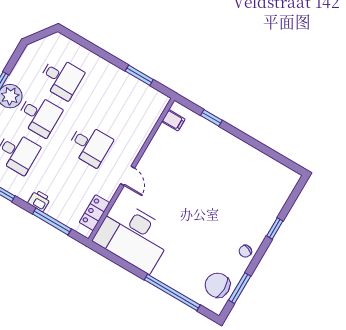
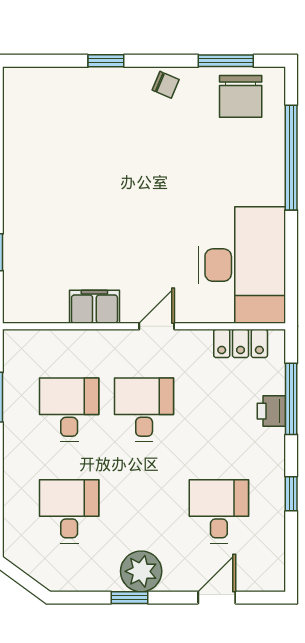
desk: (39, 115) -> (69, 410), moved
filing cabinet: (173, 120) -> (94, 307), moved, width x2.00
printer: (39, 201) -> (271, 411), moved

